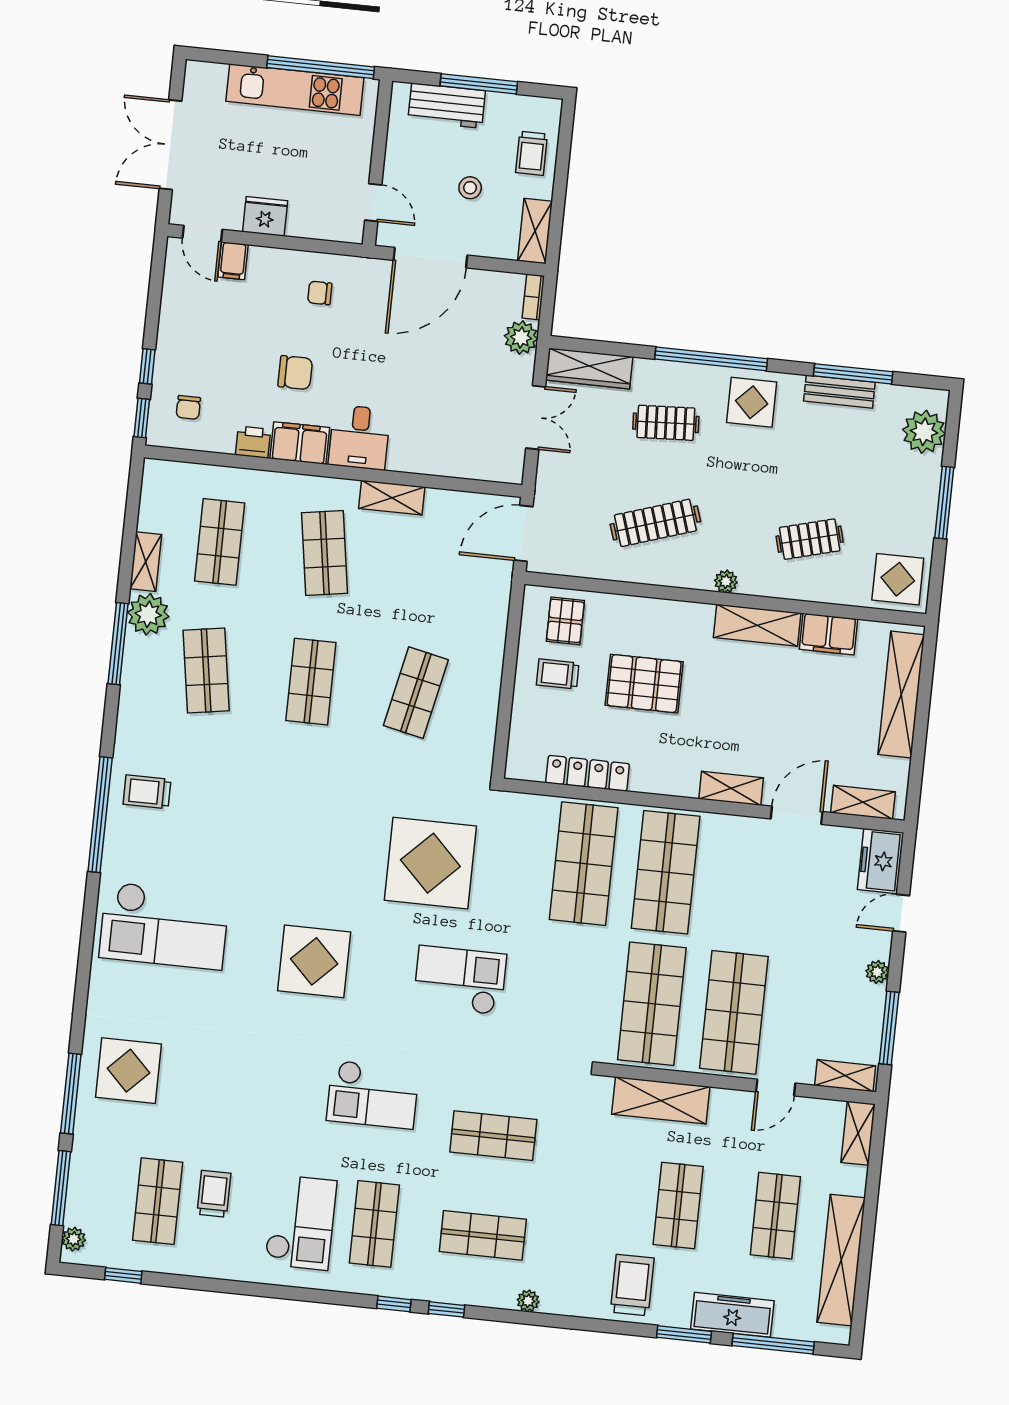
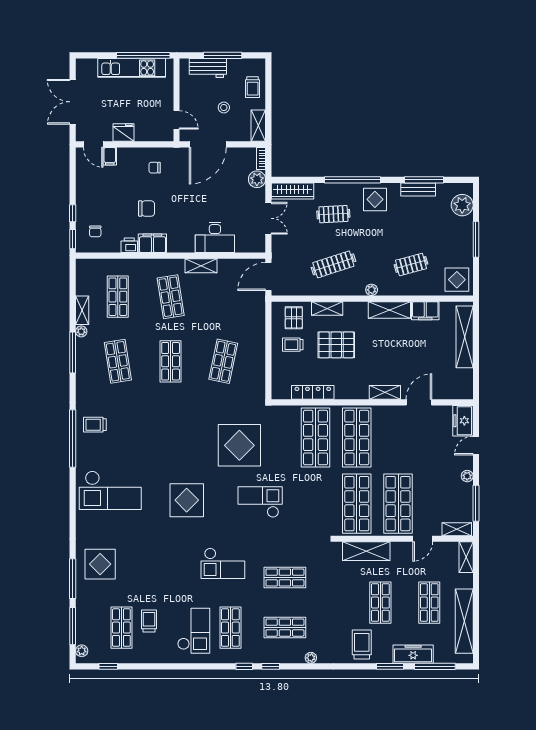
desk: (359, 437) -> (215, 237), moved, width x1.37
plant: (148, 614) -> (81, 331), width x0.53, depth x0.53
shelving: (863, 802) -> (327, 309), moved

